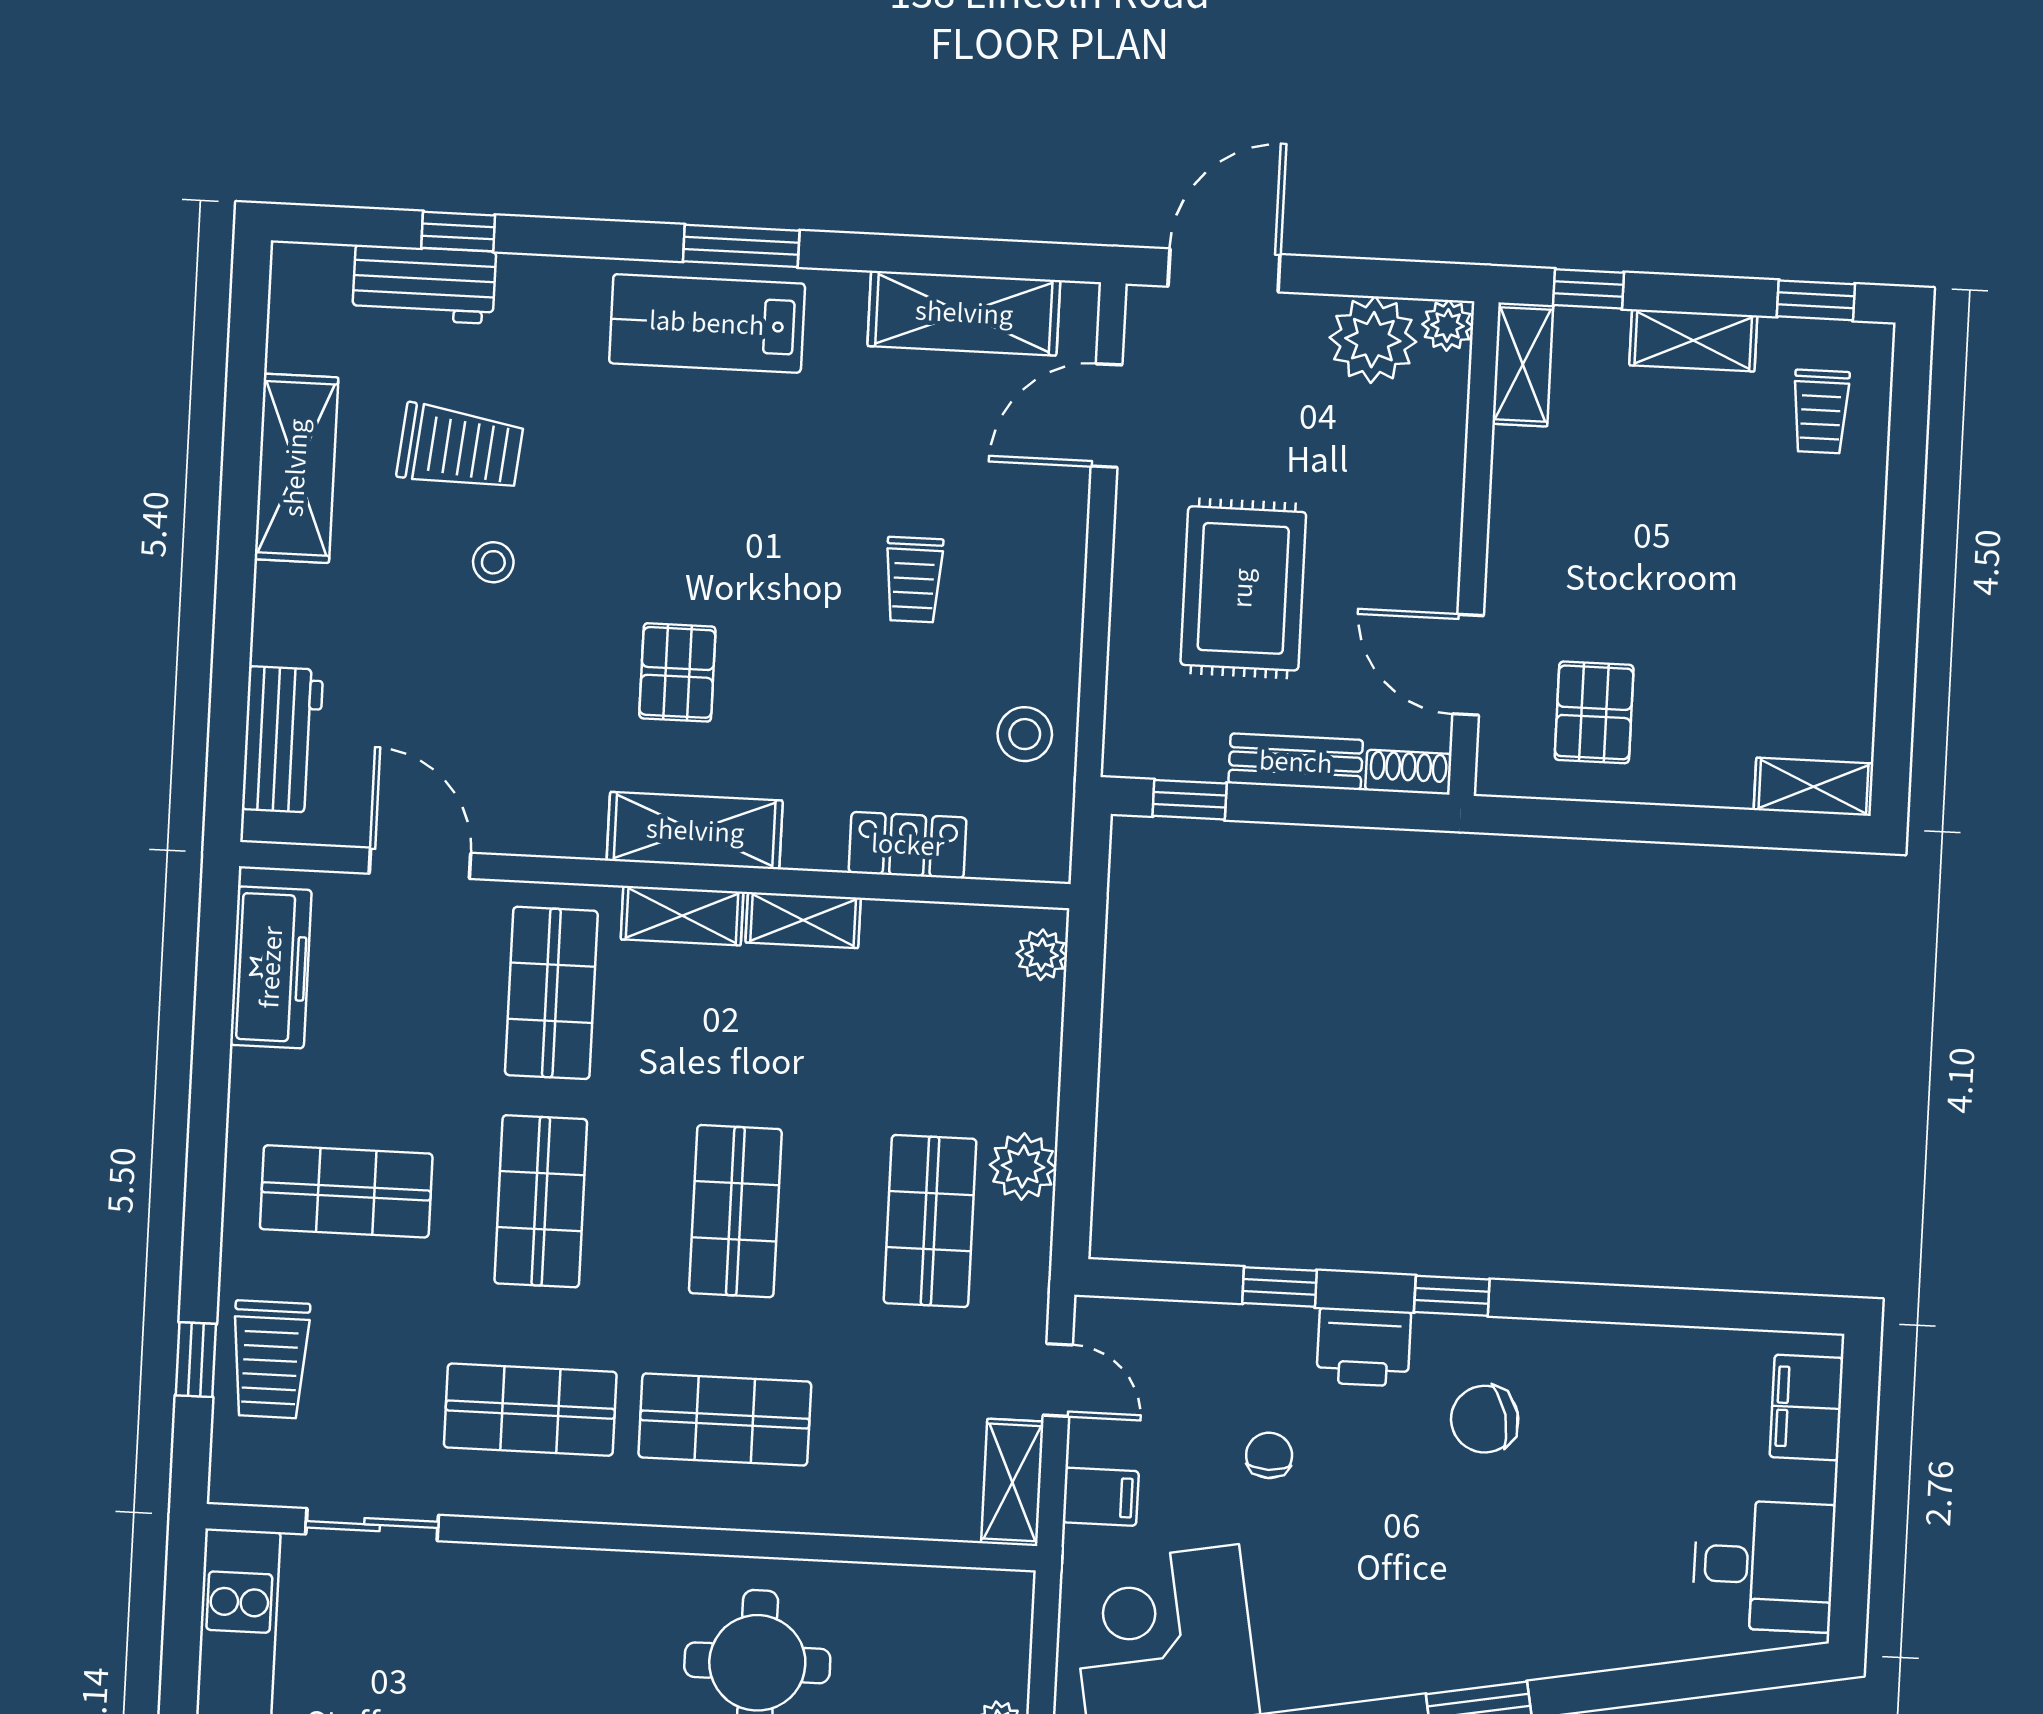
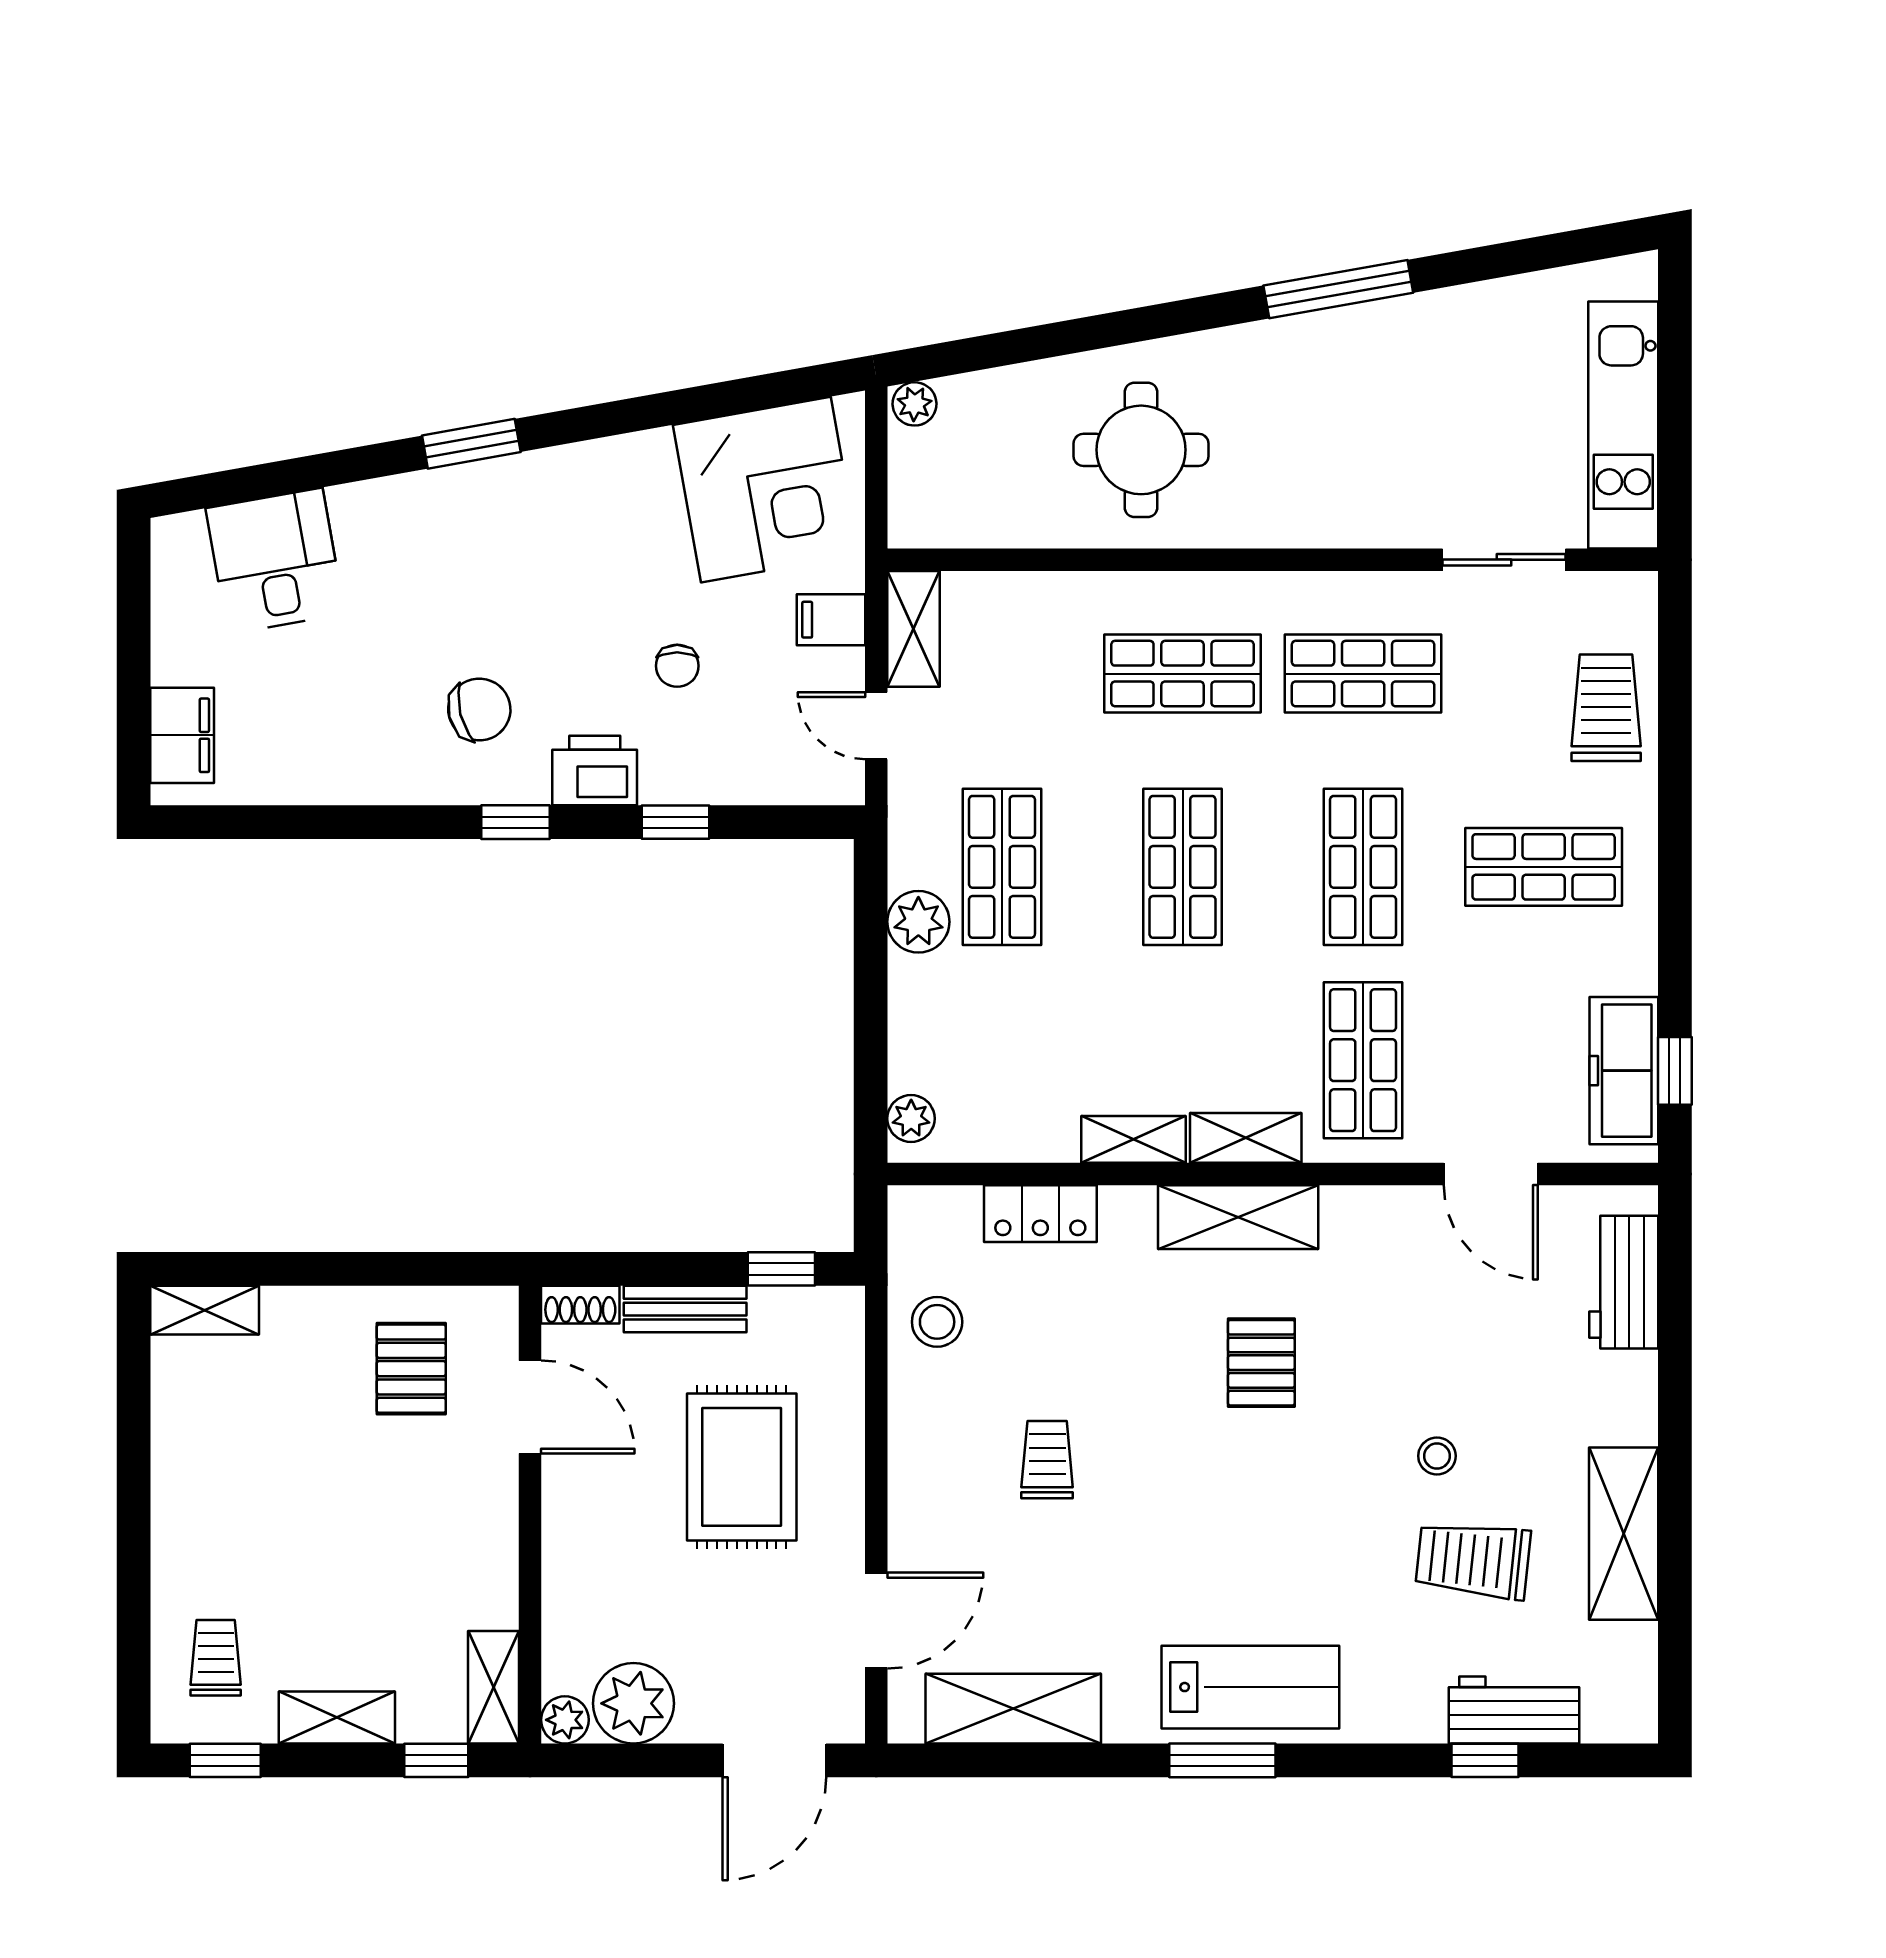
window: (196, 1360) -> (1675, 1071), moved
desk: (1764, 1566) -> (275, 561), moved, turned 80

